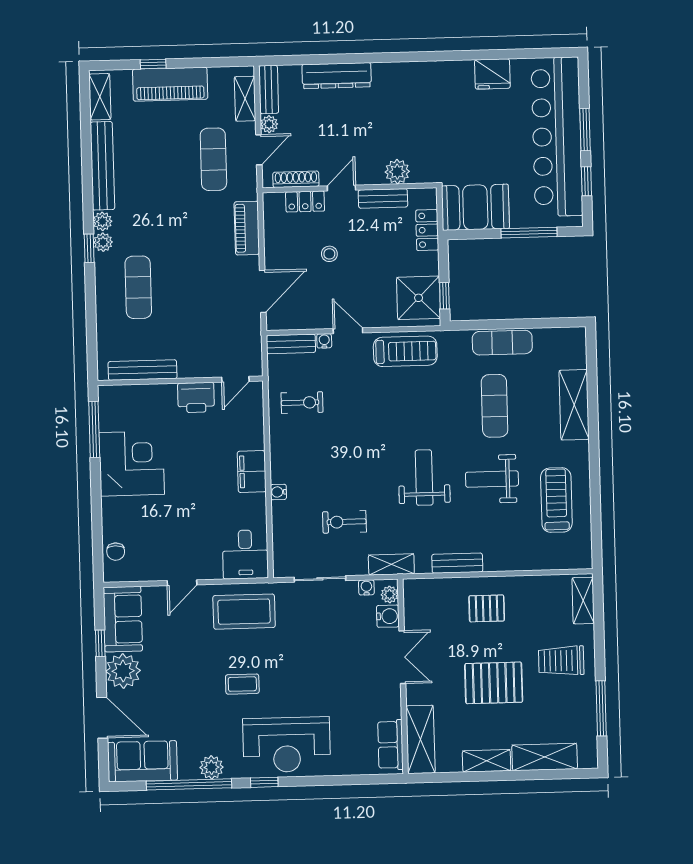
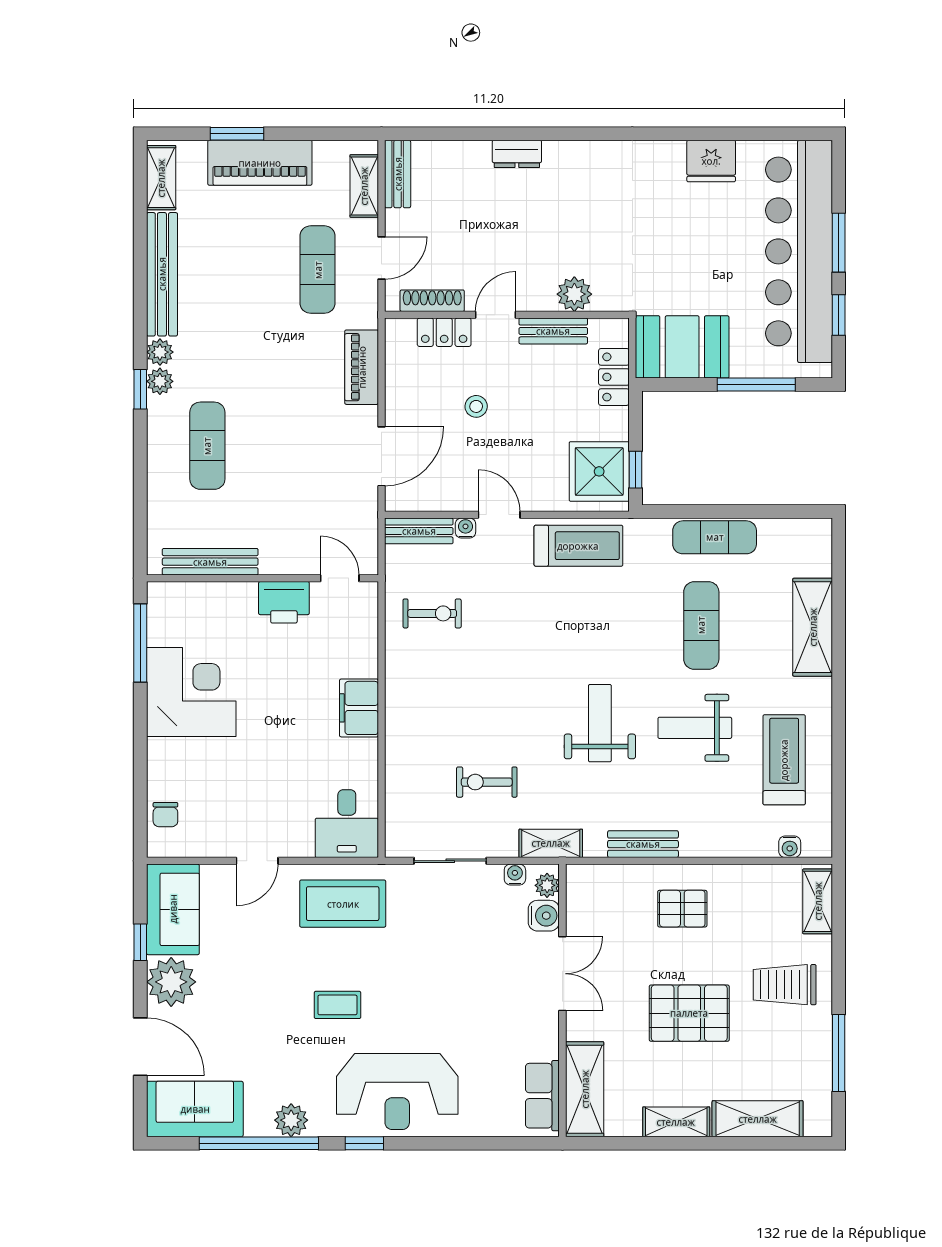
window: (153, 64) -> (237, 134), width x1.50
dresser: (337, 76) -> (517, 154), width x0.51, depth x0.80
plant: (269, 124) -> (397, 223), removed
door: (235, 379) -> (340, 578), swing flipped
water cooler: (278, 492) -> (790, 847), moved, turned -90

